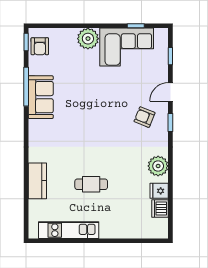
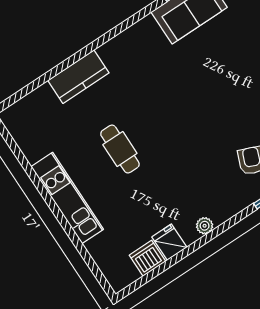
plant: (158, 166) -> (205, 226), width x0.53, depth x0.53
kitchen unit: (69, 230) -> (67, 198), moved

